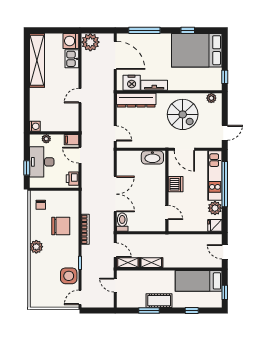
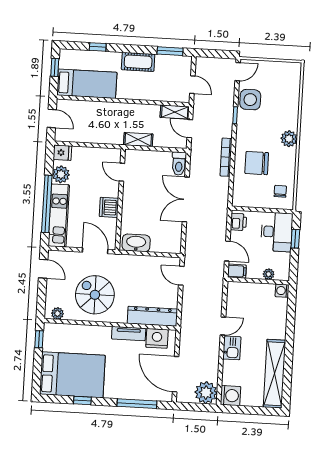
kitchen sink: (72, 59) -> (232, 348), moved
door: (225, 133) -> (43, 269), swing flipped
desk: (42, 162) -> (277, 232), moved
shelving: (151, 263) -> (138, 140), moved
window: (149, 311) -> (170, 51), moved

